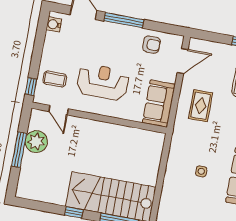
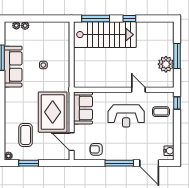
door: (183, 61) -> (72, 142), hinge flipped
rug: (201, 106) -> (53, 112), width x1.86, depth x2.06
door: (58, 110) -> (138, 90), moved

